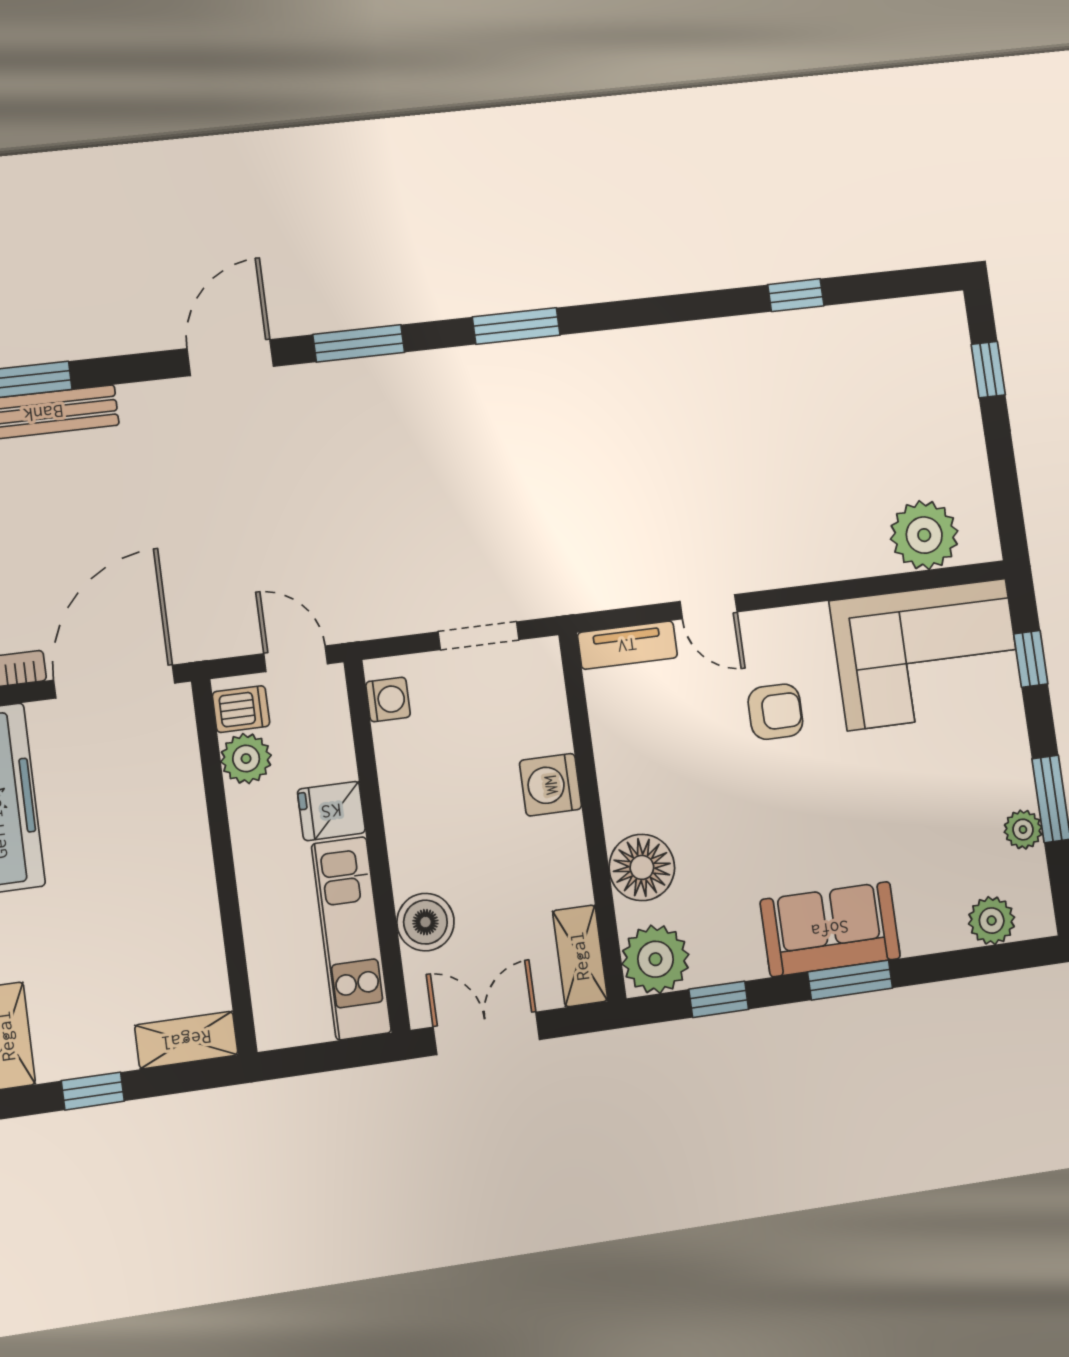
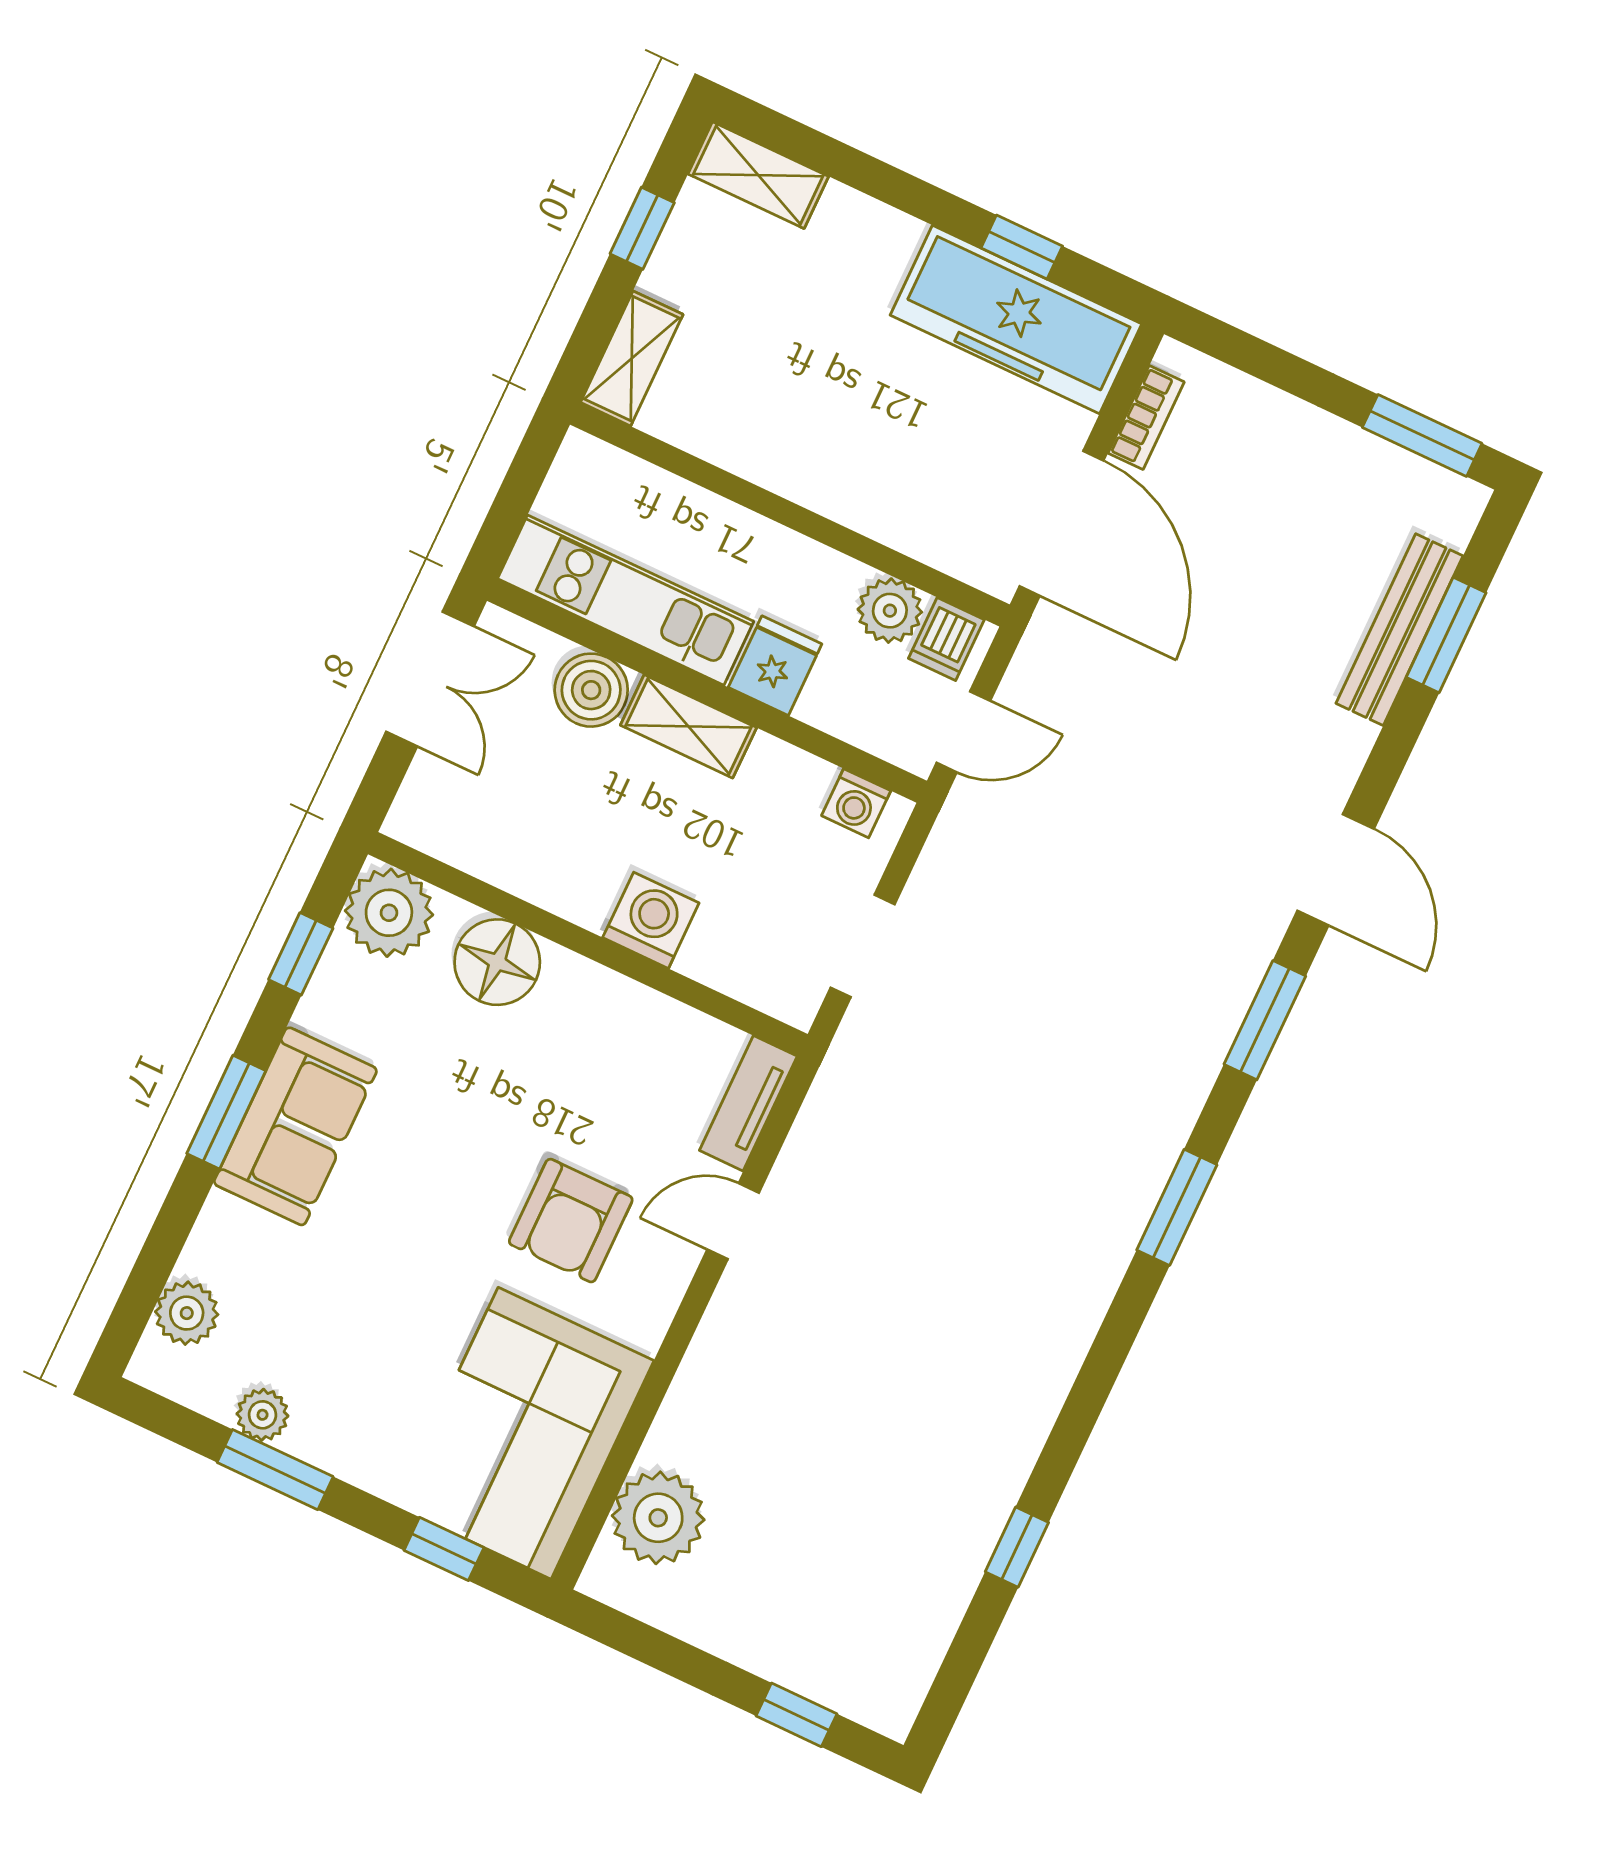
armchair: (775, 712) -> (571, 1221), width x1.38, depth x1.38
shelving: (580, 956) -> (688, 726), moved

